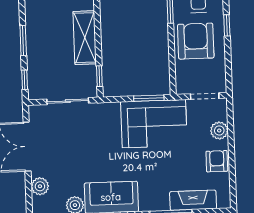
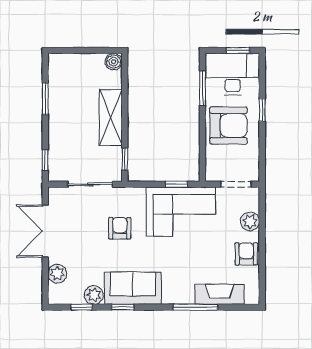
window: (23, 41) -> (45, 99), moved
armchair: (196, 41) -> (229, 125), turned 90
window: (149, 98) -> (176, 184), width x0.67
armchair: (97, 141) -> (120, 228), added

